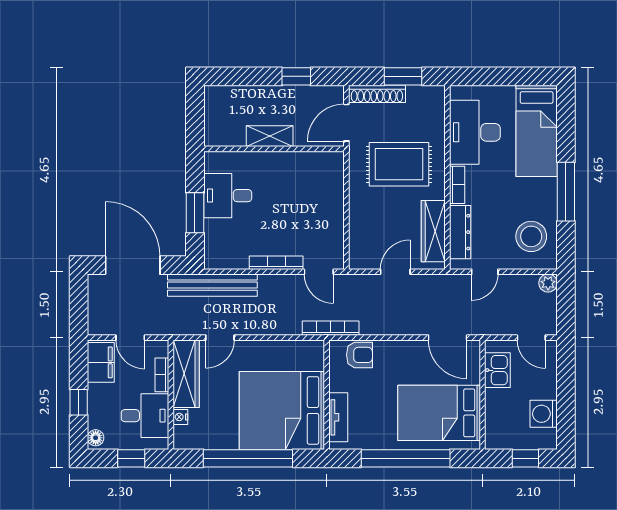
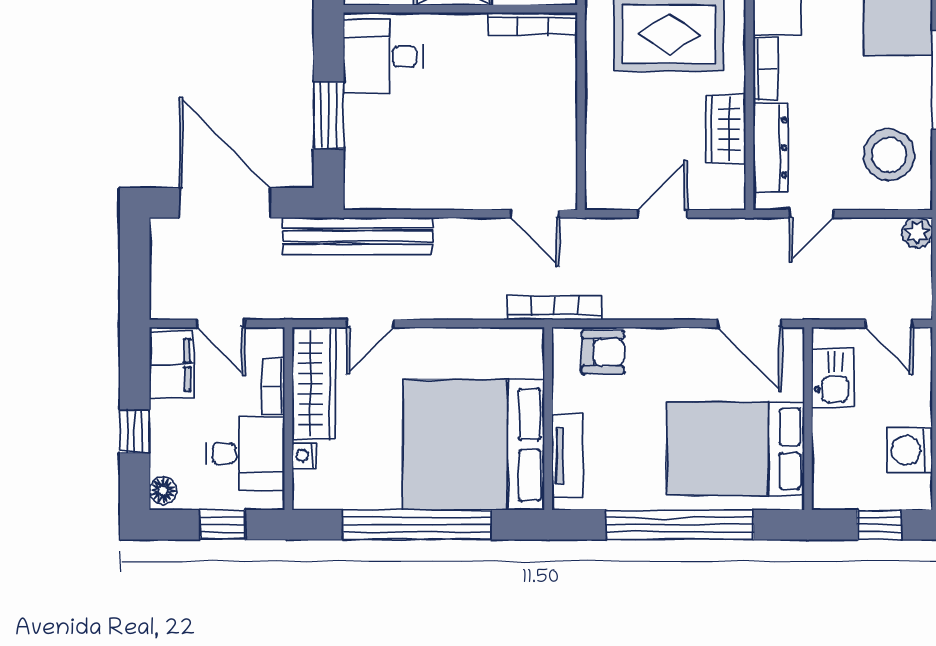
desk: (228, 196) -> (383, 56), moved
wardrobe: (433, 231) -> (726, 129), width x0.67
bookcase: (276, 263) -> (533, 24), moved, turned 180

